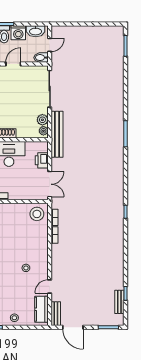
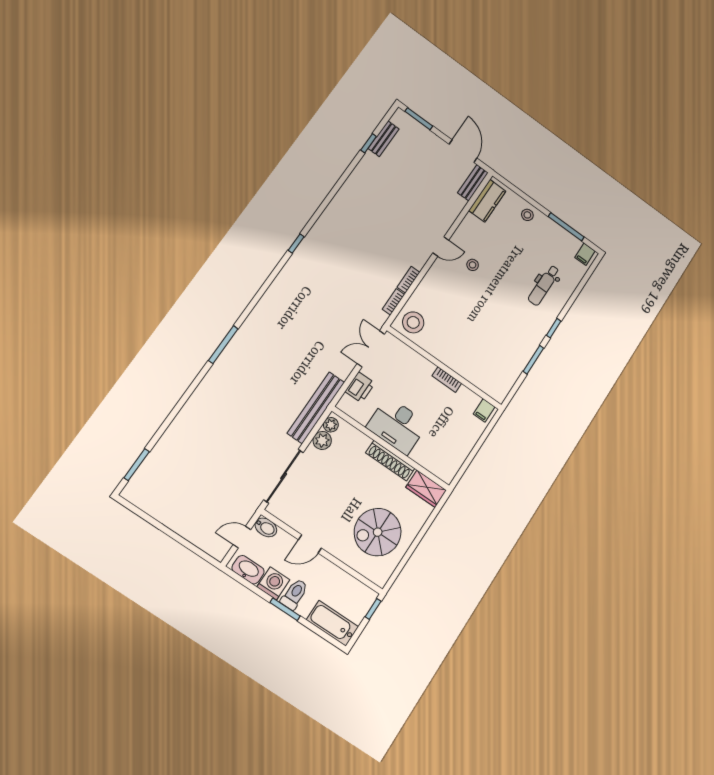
door: (50, 286) -> (441, 247), moved

